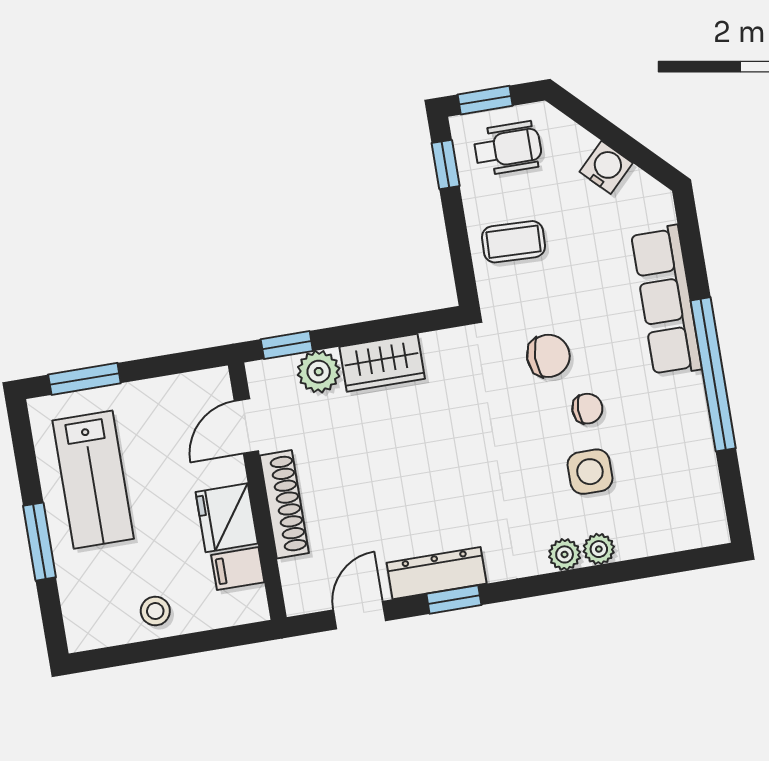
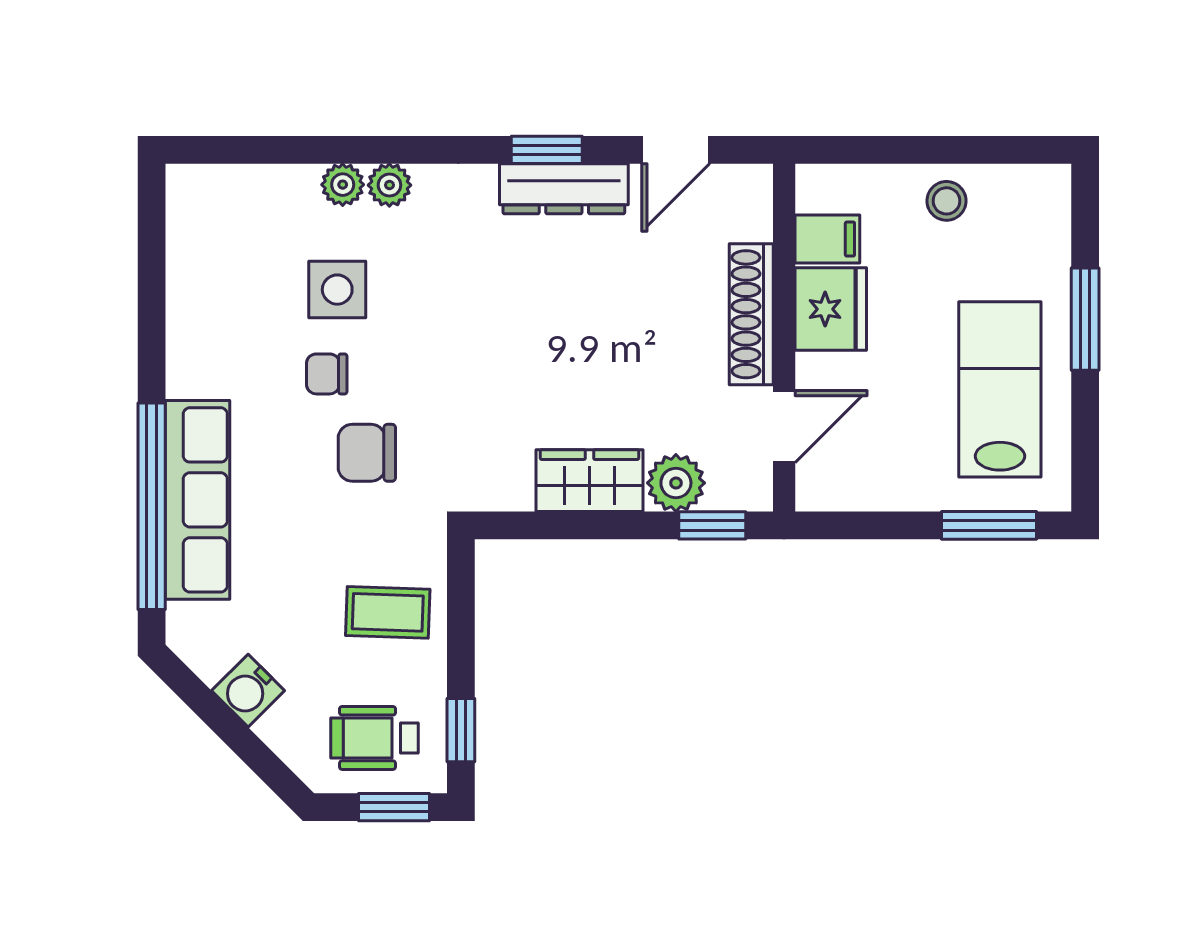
window: (713, 374) -> (152, 506), moved

